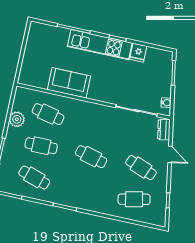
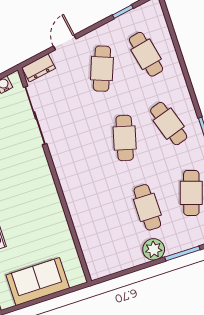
sofa: (69, 83) -> (38, 282), moved, turned 90
cafe table: (48, 114) -> (169, 124), moved, turned -30
plant: (17, 119) -> (154, 249), moved

